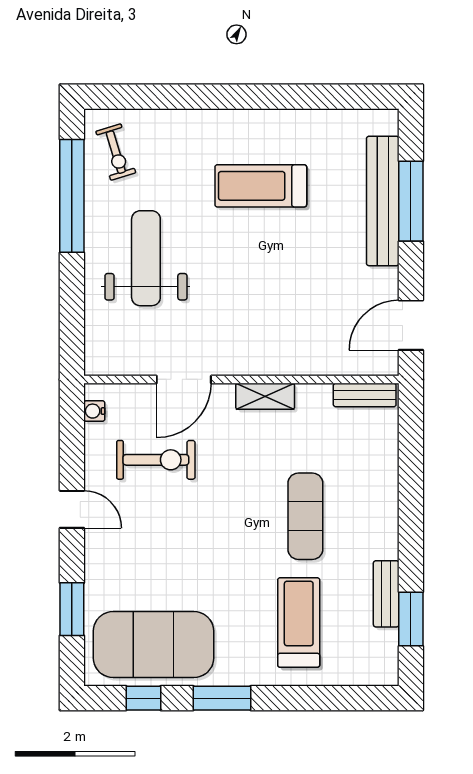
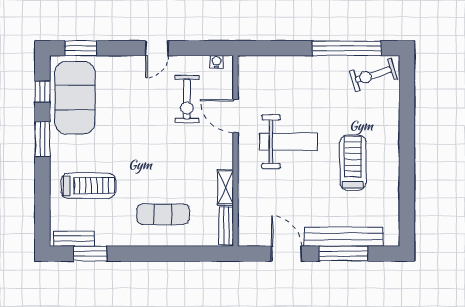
exercise bike: (116, 152) -> (373, 75), width x1.38, depth x1.39
weight bench: (146, 258) -> (288, 142), moved
door: (411, 325) -> (286, 254), moved
shelving: (265, 396) -> (225, 188), moved
exercise mat: (305, 516) -> (163, 214), moved
bench: (386, 594) -> (74, 239), moved
window: (72, 609) -> (81, 48), moved

